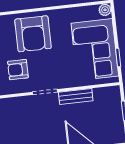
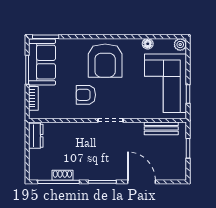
floor lamp: (73, 13) -> (148, 44), added
bench: (76, 96) -> (161, 128), moved

